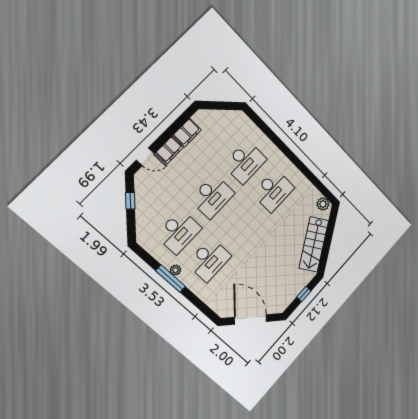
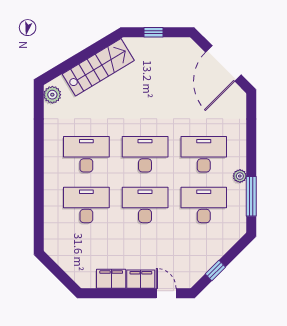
desk: (242, 225) -> (145, 154), added
window: (171, 279) -> (251, 196), moved

